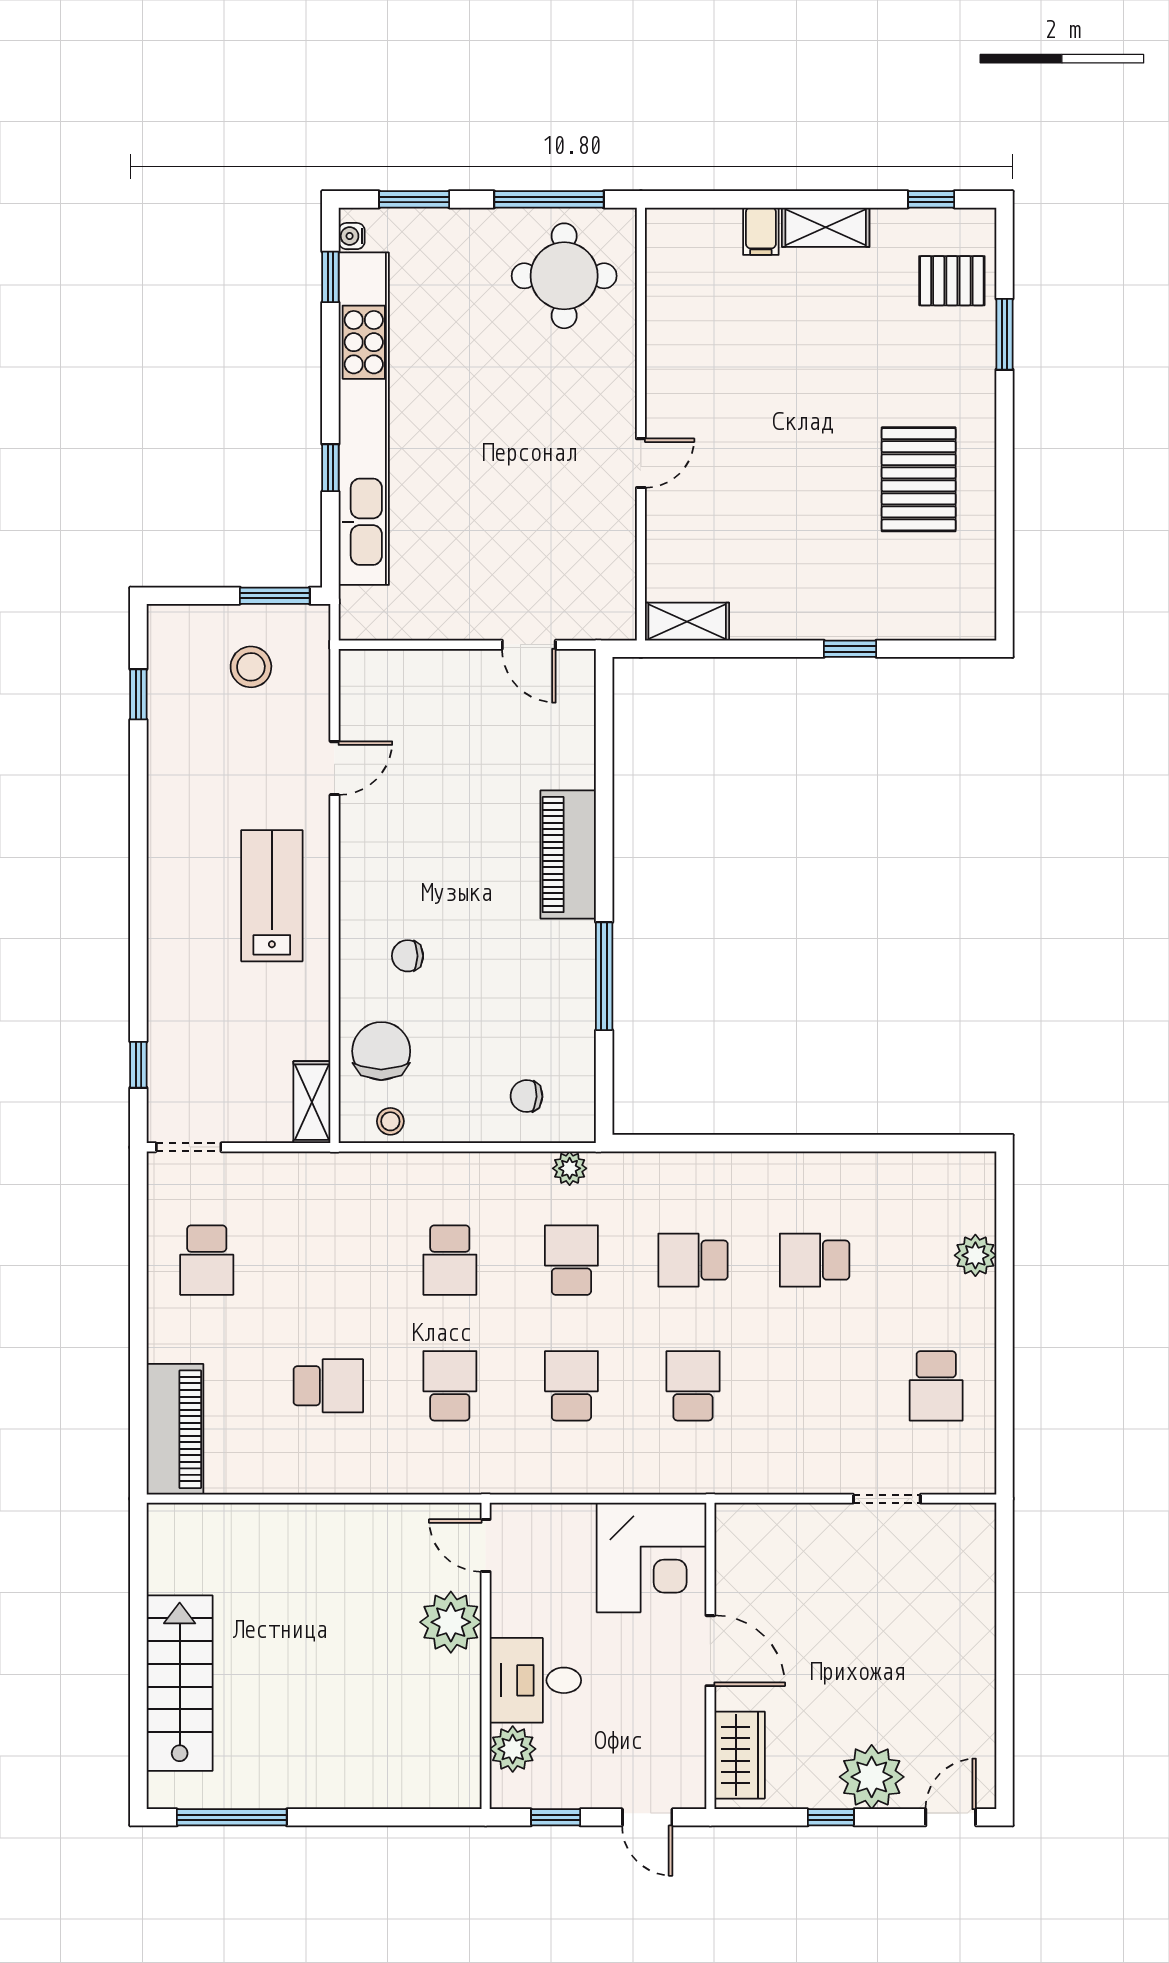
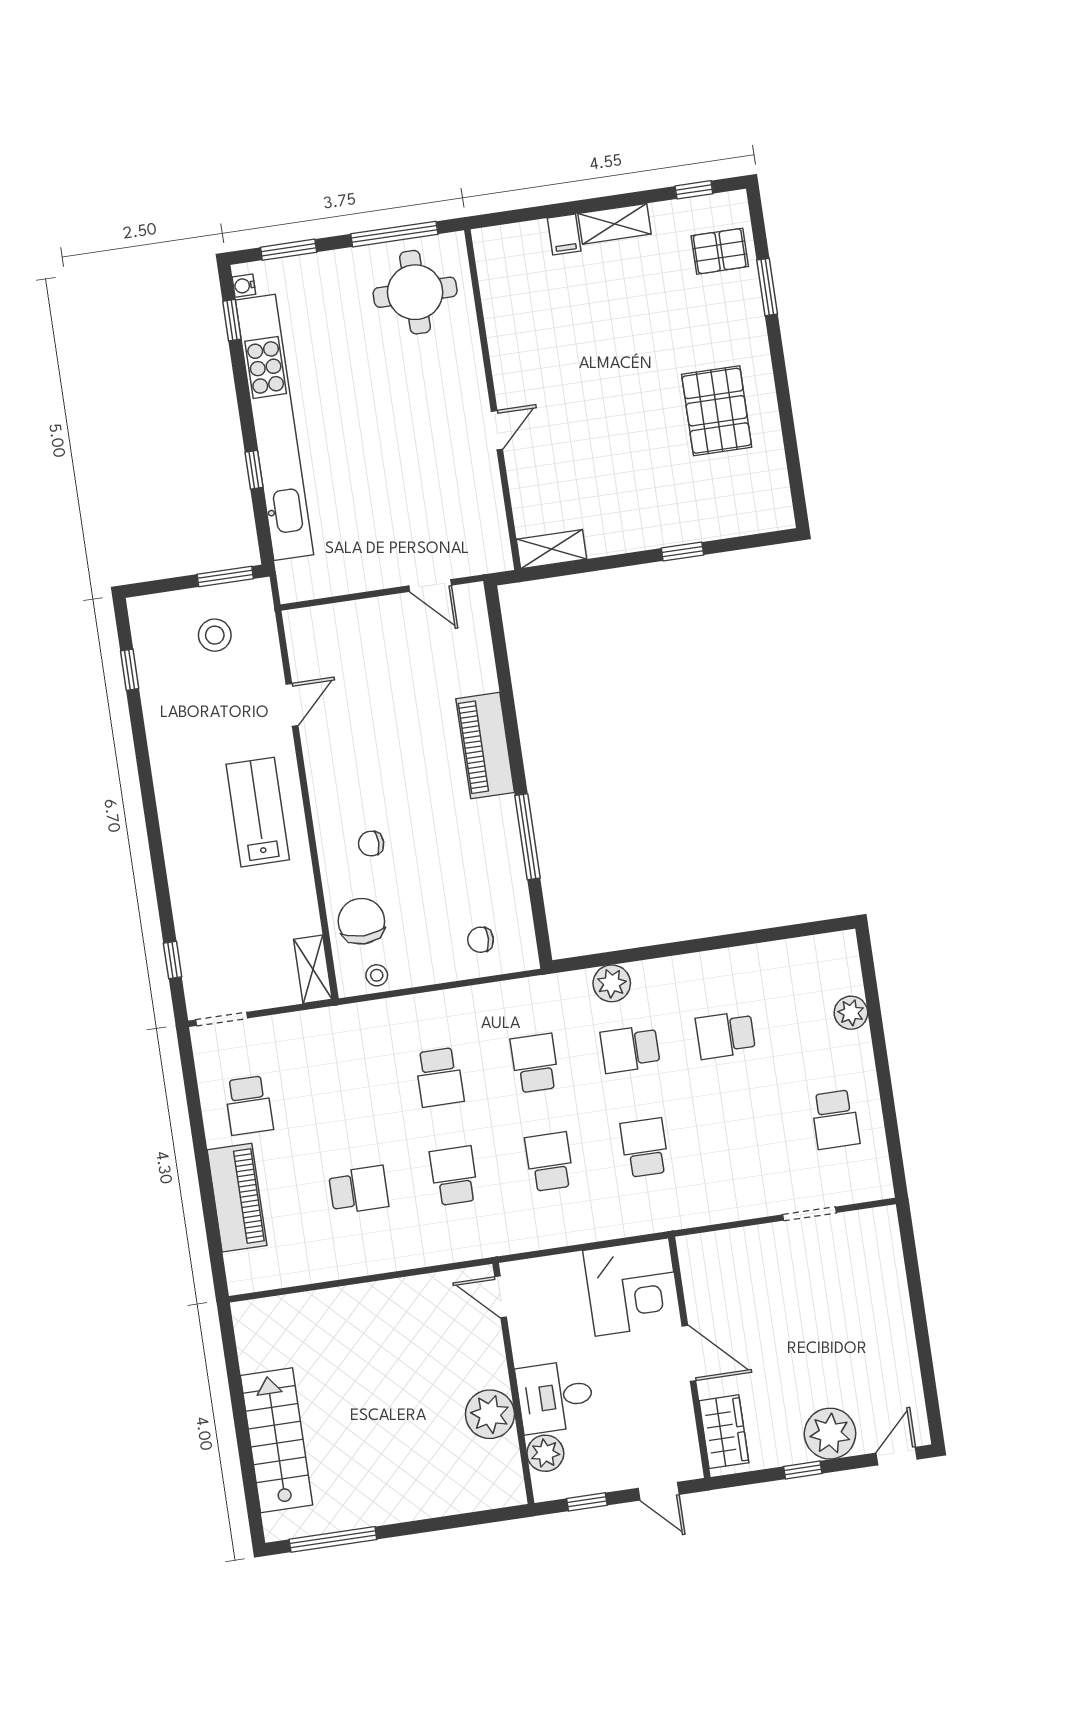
plant: (570, 1168) -> (612, 983), moved, width x1.38, depth x1.38
piano: (175, 1429) -> (237, 1198), moved
plant: (451, 1622) -> (490, 1414), moved

